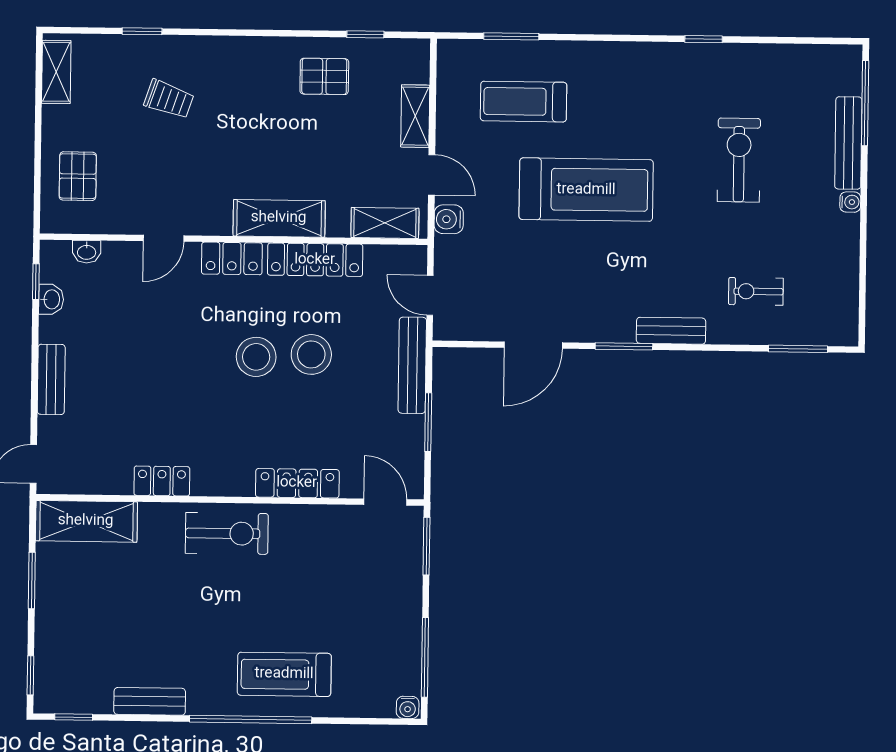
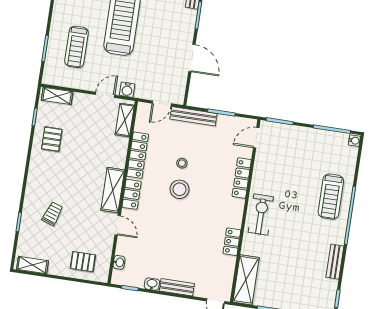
shelving: (415, 116) -> (57, 96), moved
shelving: (279, 218) -> (113, 190), moved
washbasin: (51, 299) -> (152, 284), moved
stool: (311, 354) -> (182, 163), width x0.53, depth x0.53

